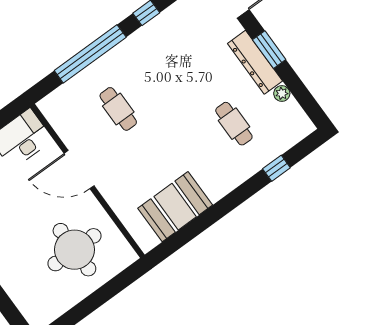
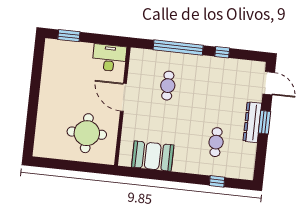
plant: (282, 93) -> (252, 148), removed

